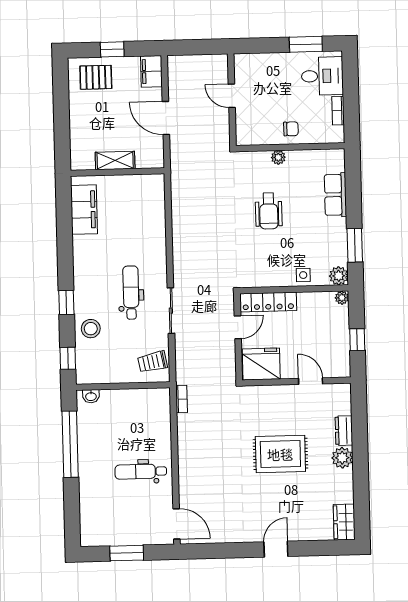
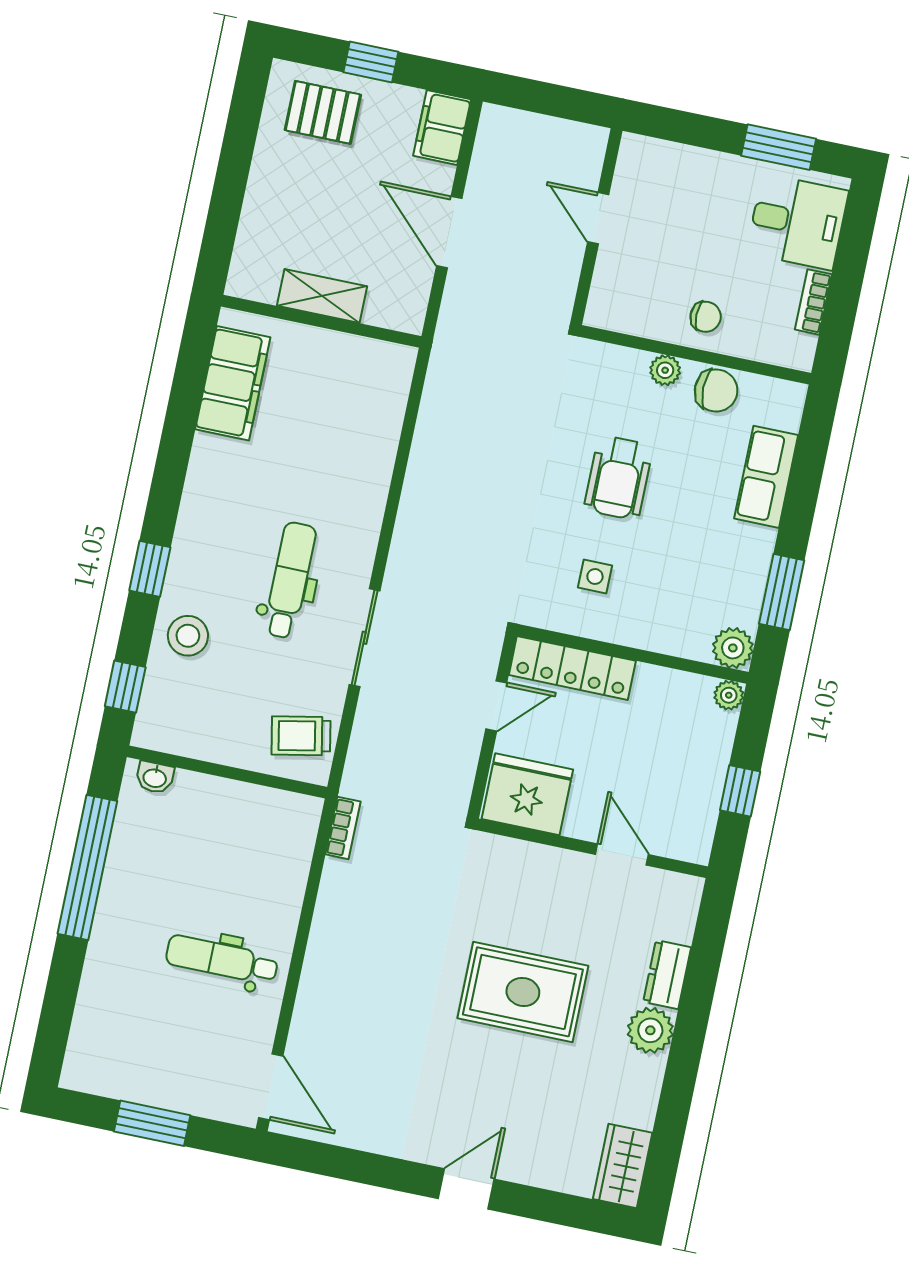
chair: (304, 161) -> (716, 391), added
side table: (303, 275) -> (595, 576), moved

